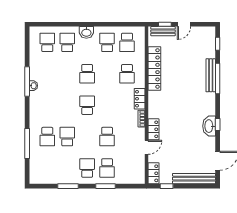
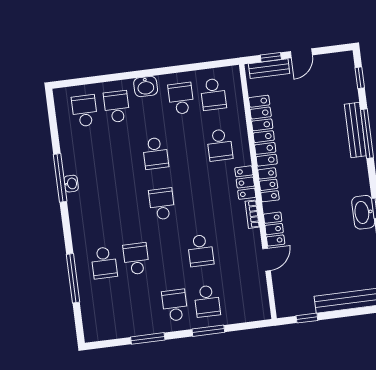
locker: (154, 173) -> (268, 185), moved

